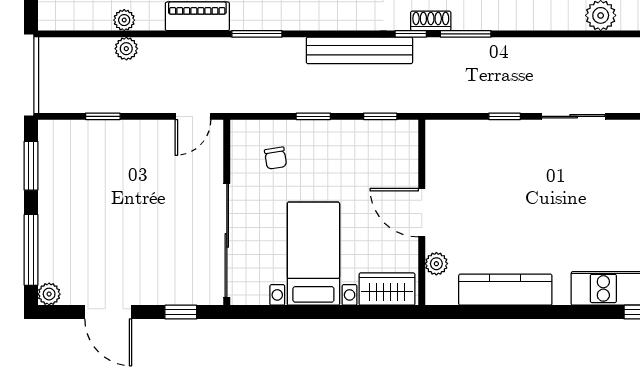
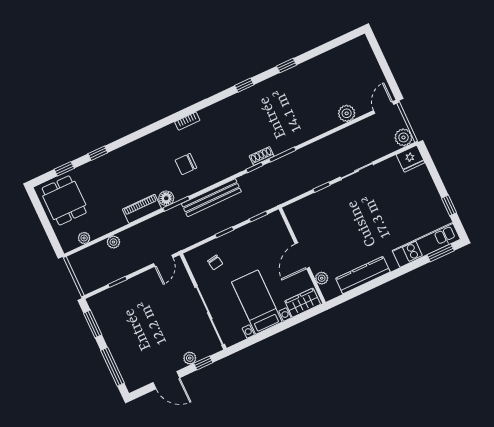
floor lamp: (245, 17) -> (166, 198), added
plant: (124, 20) -> (84, 238), moved
bench: (359, 50) -> (211, 198), moved
door: (422, 213) -> (302, 256), hinge flipped
plant: (49, 294) -> (190, 358), moved

